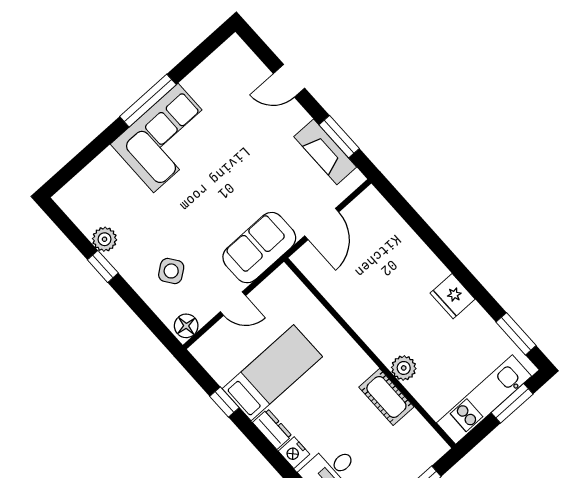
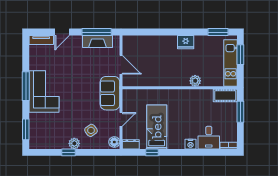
tv unit: (245, 58) -> (41, 40), added
window: (339, 137) -> (97, 32), width x1.44
window: (78, 163) -> (26, 129), added
plant: (105, 239) -> (74, 143), moved
cot: (386, 397) -> (225, 96), moved
dresser: (272, 429) -> (131, 144), moved

